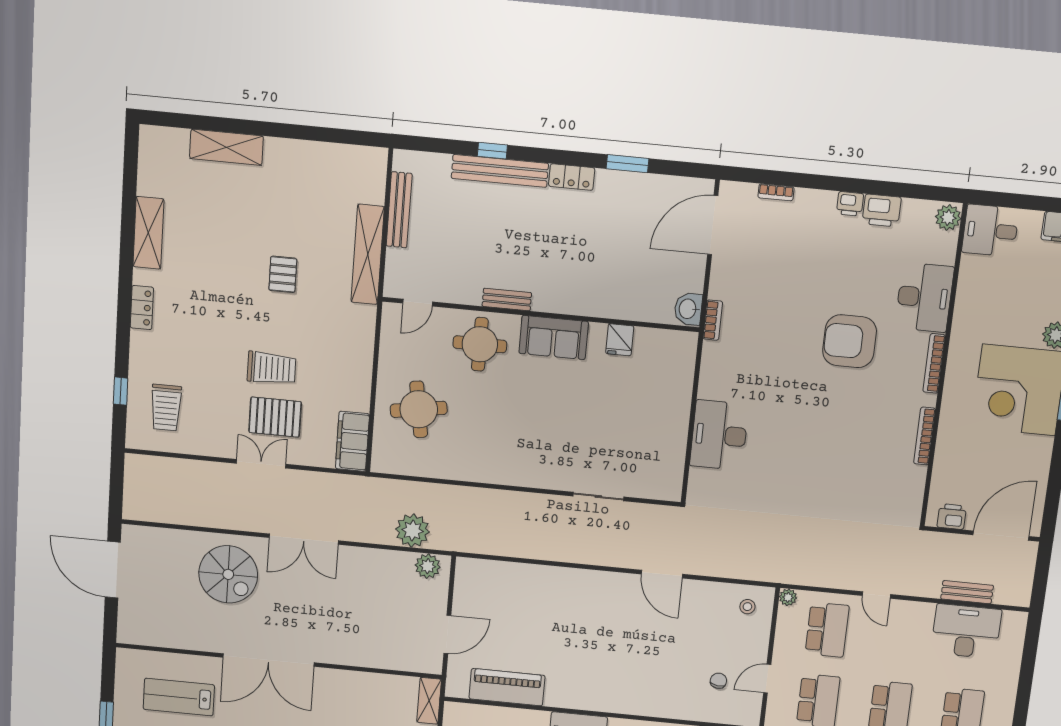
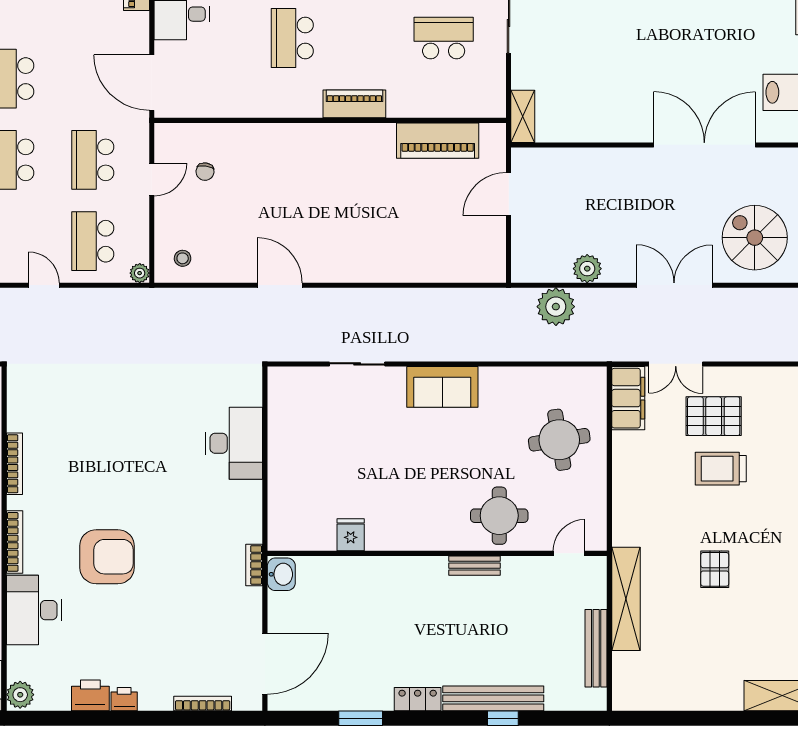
bookcase: (776, 192) -> (203, 704), width x1.56
sofa: (554, 337) -> (442, 387), moved, turned 180
double door: (261, 464) -> (676, 364), moved
plant: (428, 566) -> (587, 269), moved

